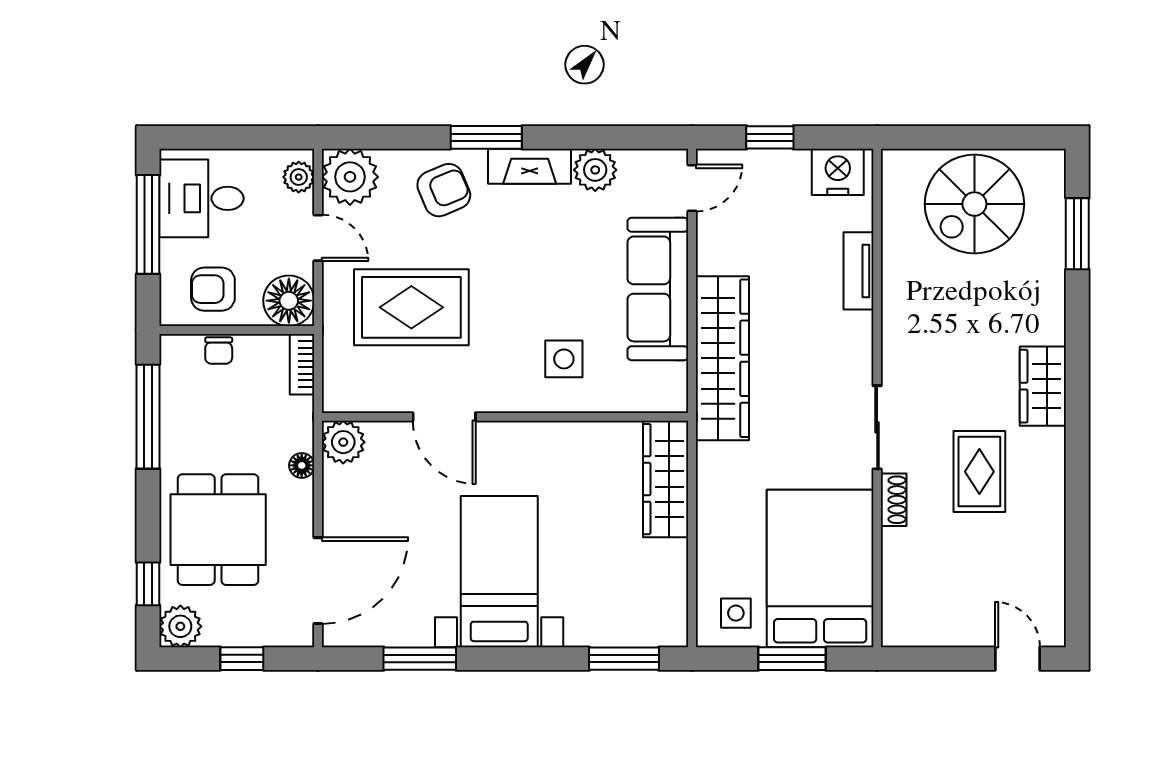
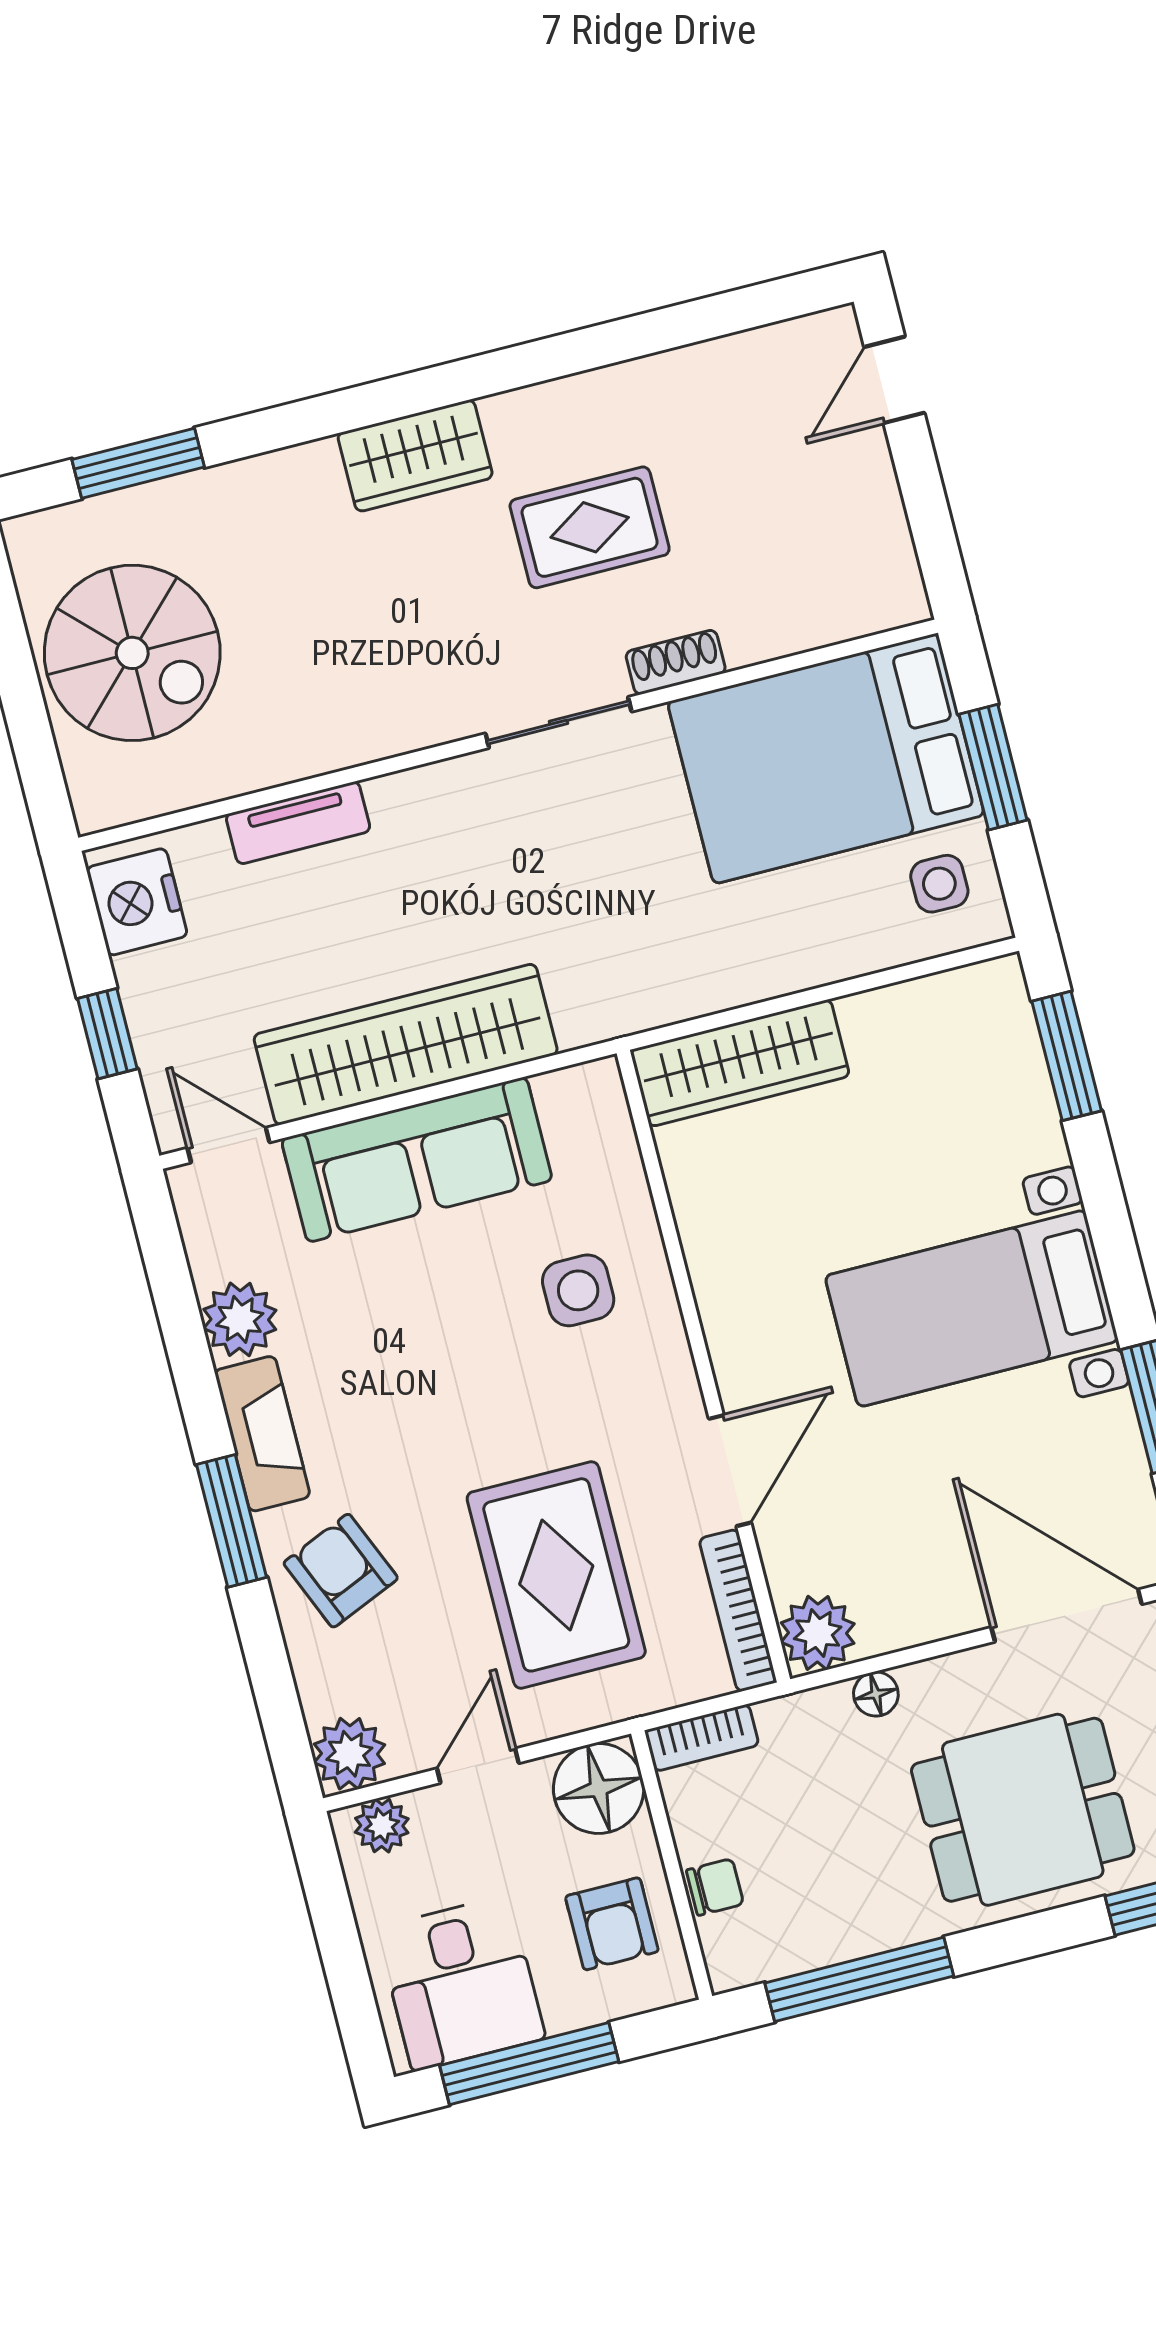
plant: (350, 177) -> (349, 1754), width x0.73, depth x0.73
wardrobe: (722, 358) -> (406, 1044), moved
bookcase: (367, 402) -> (738, 1611), added

